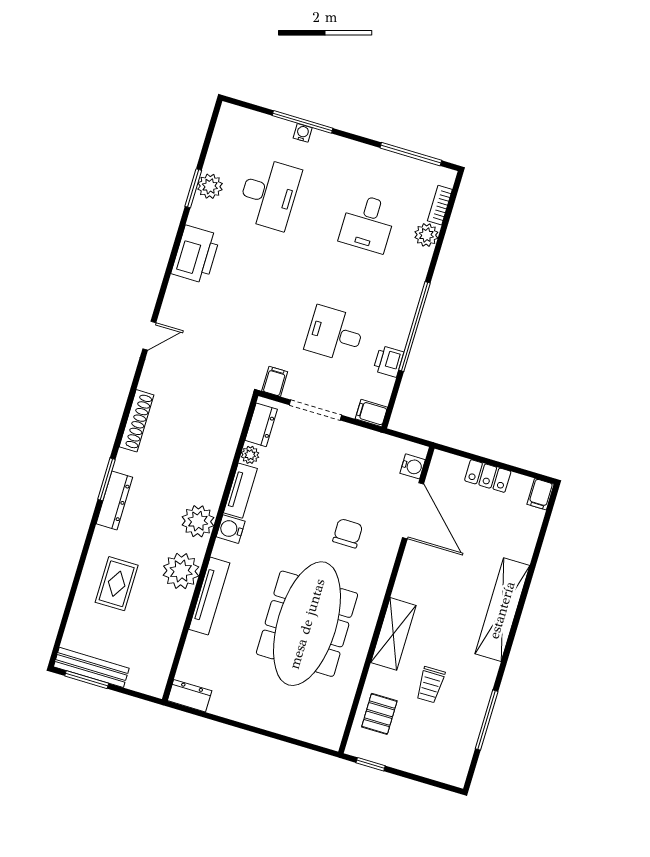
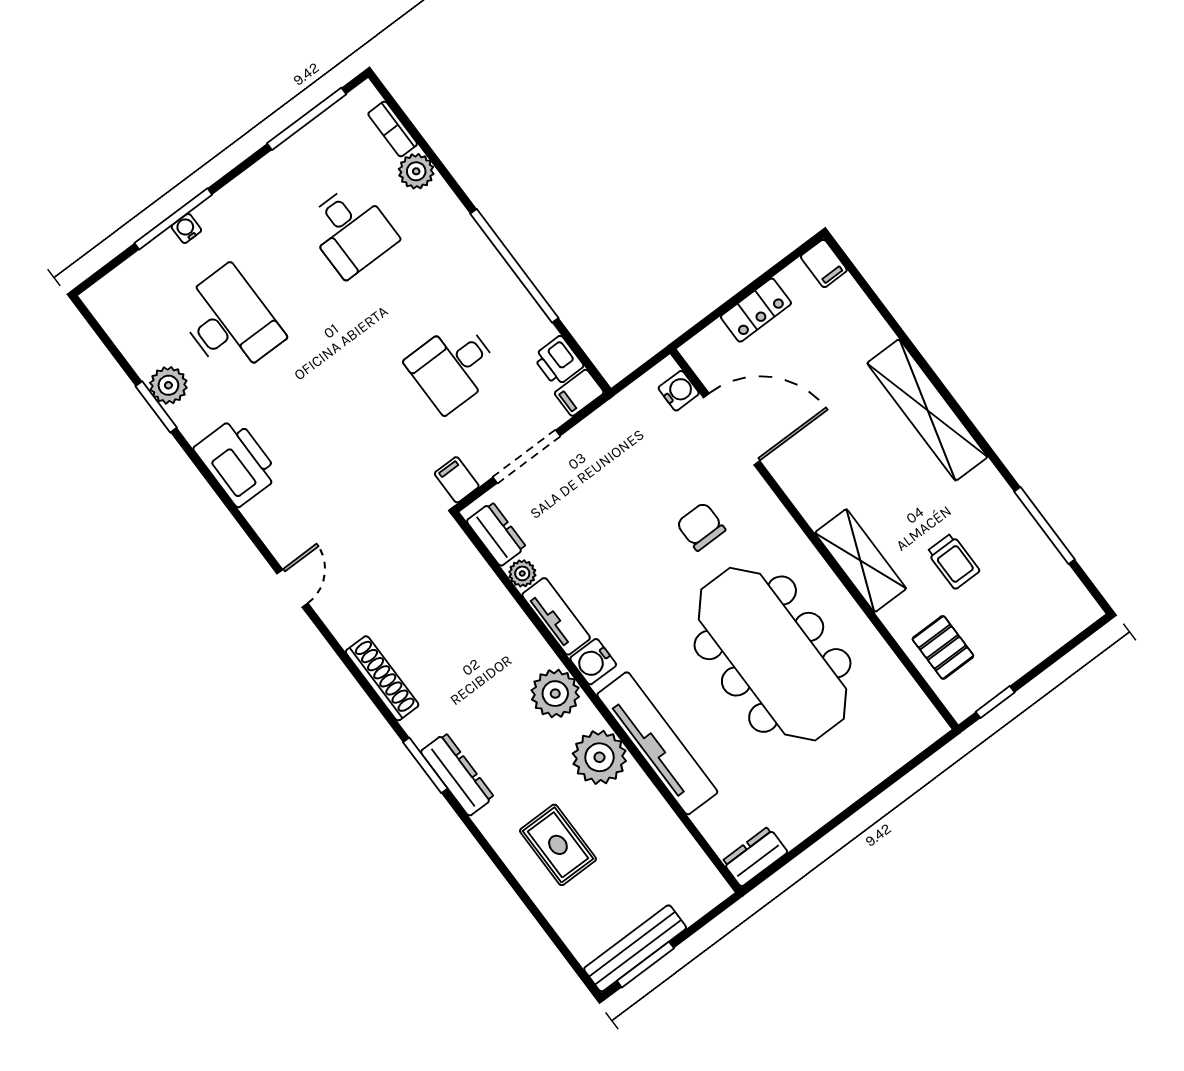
printer: (388, 361) -> (558, 361), moved
tv unit: (209, 596) -> (657, 743), width x1.36, depth x1.29

